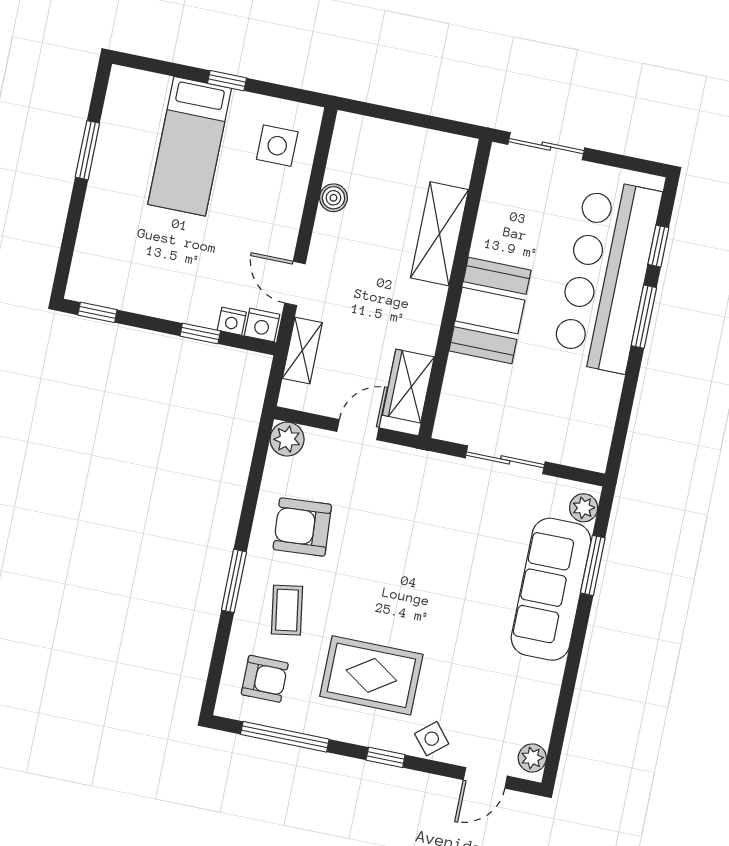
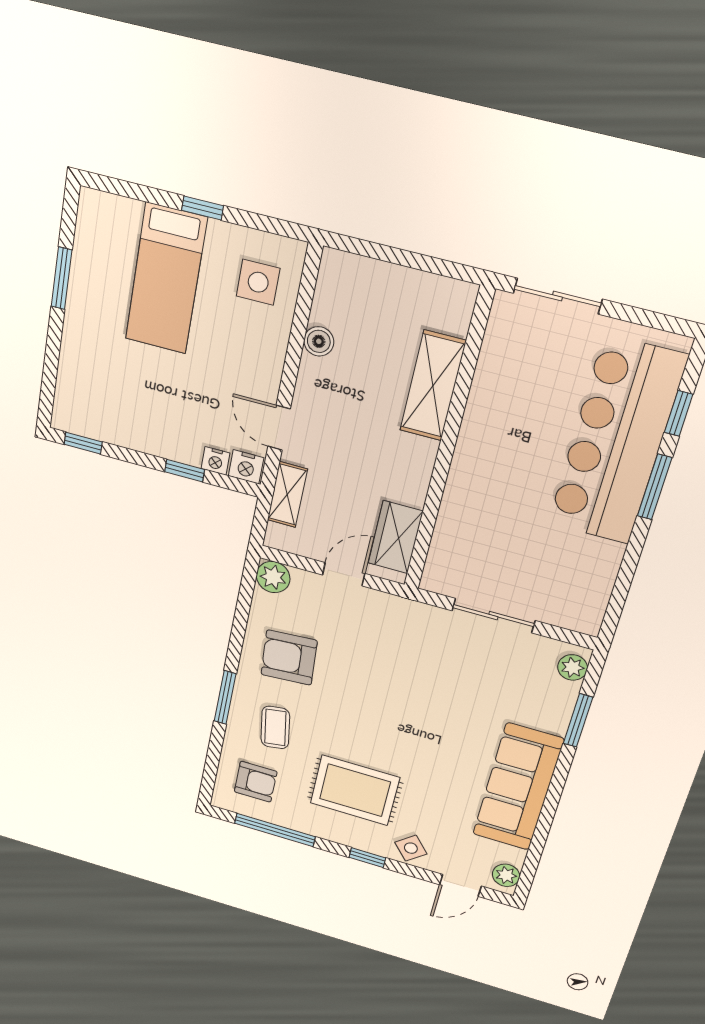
booth: (490, 310) -> (485, 469), removed
sofa: (551, 589) -> (518, 787), moved

